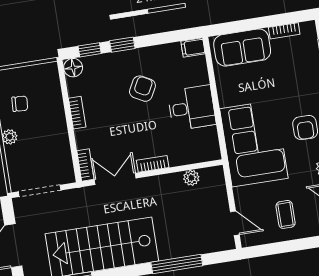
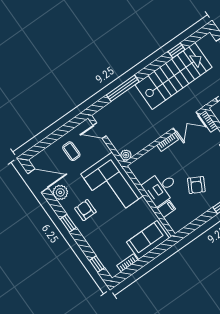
filing cabinet: (193, 48) -> (166, 209), moved
plant: (191, 178) -> (126, 155), moved

